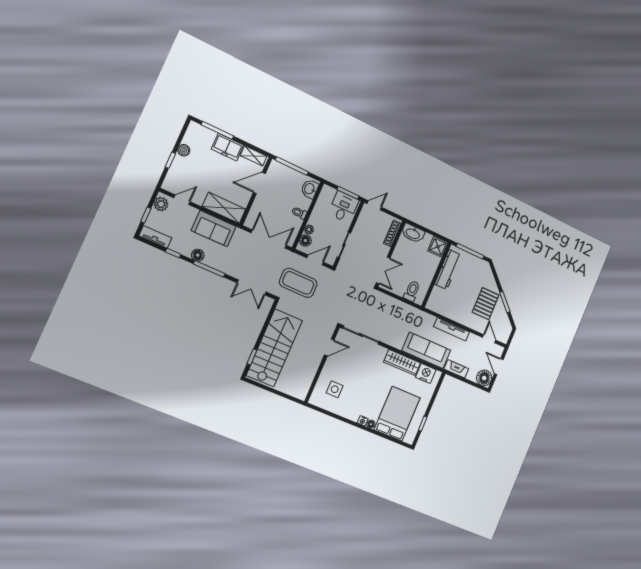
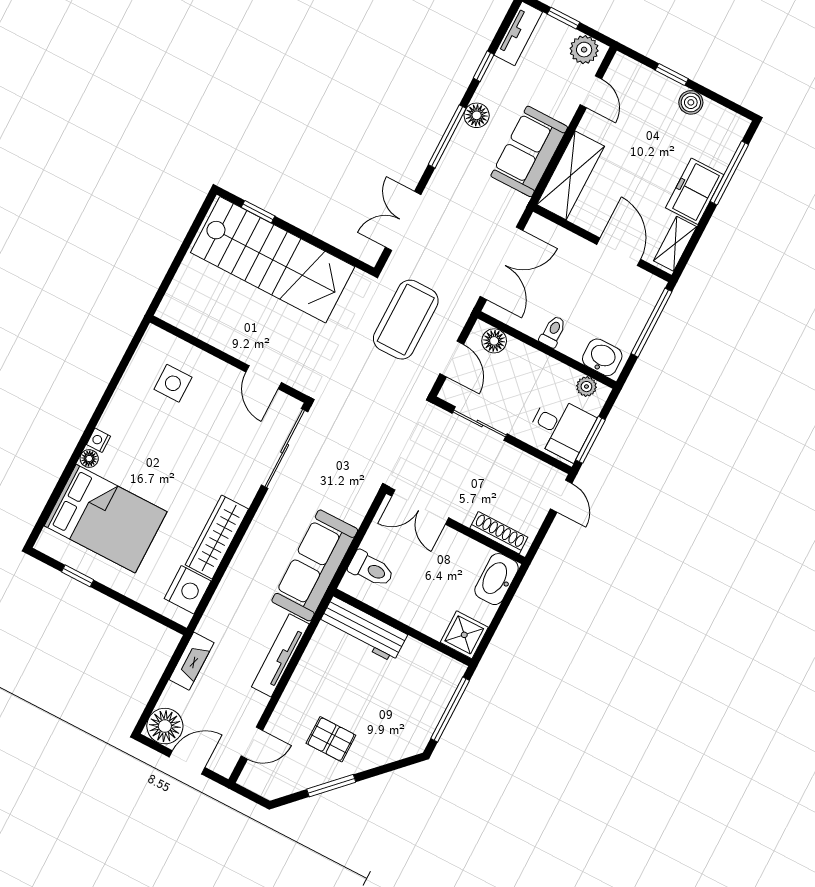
plant: (309, 230) -> (586, 387), moved
workbench: (448, 269) -> (363, 629), moved
pallet: (486, 304) -> (331, 739), width x0.67, depth x0.71
sofa: (426, 350) -> (315, 565), moved, turned 180

